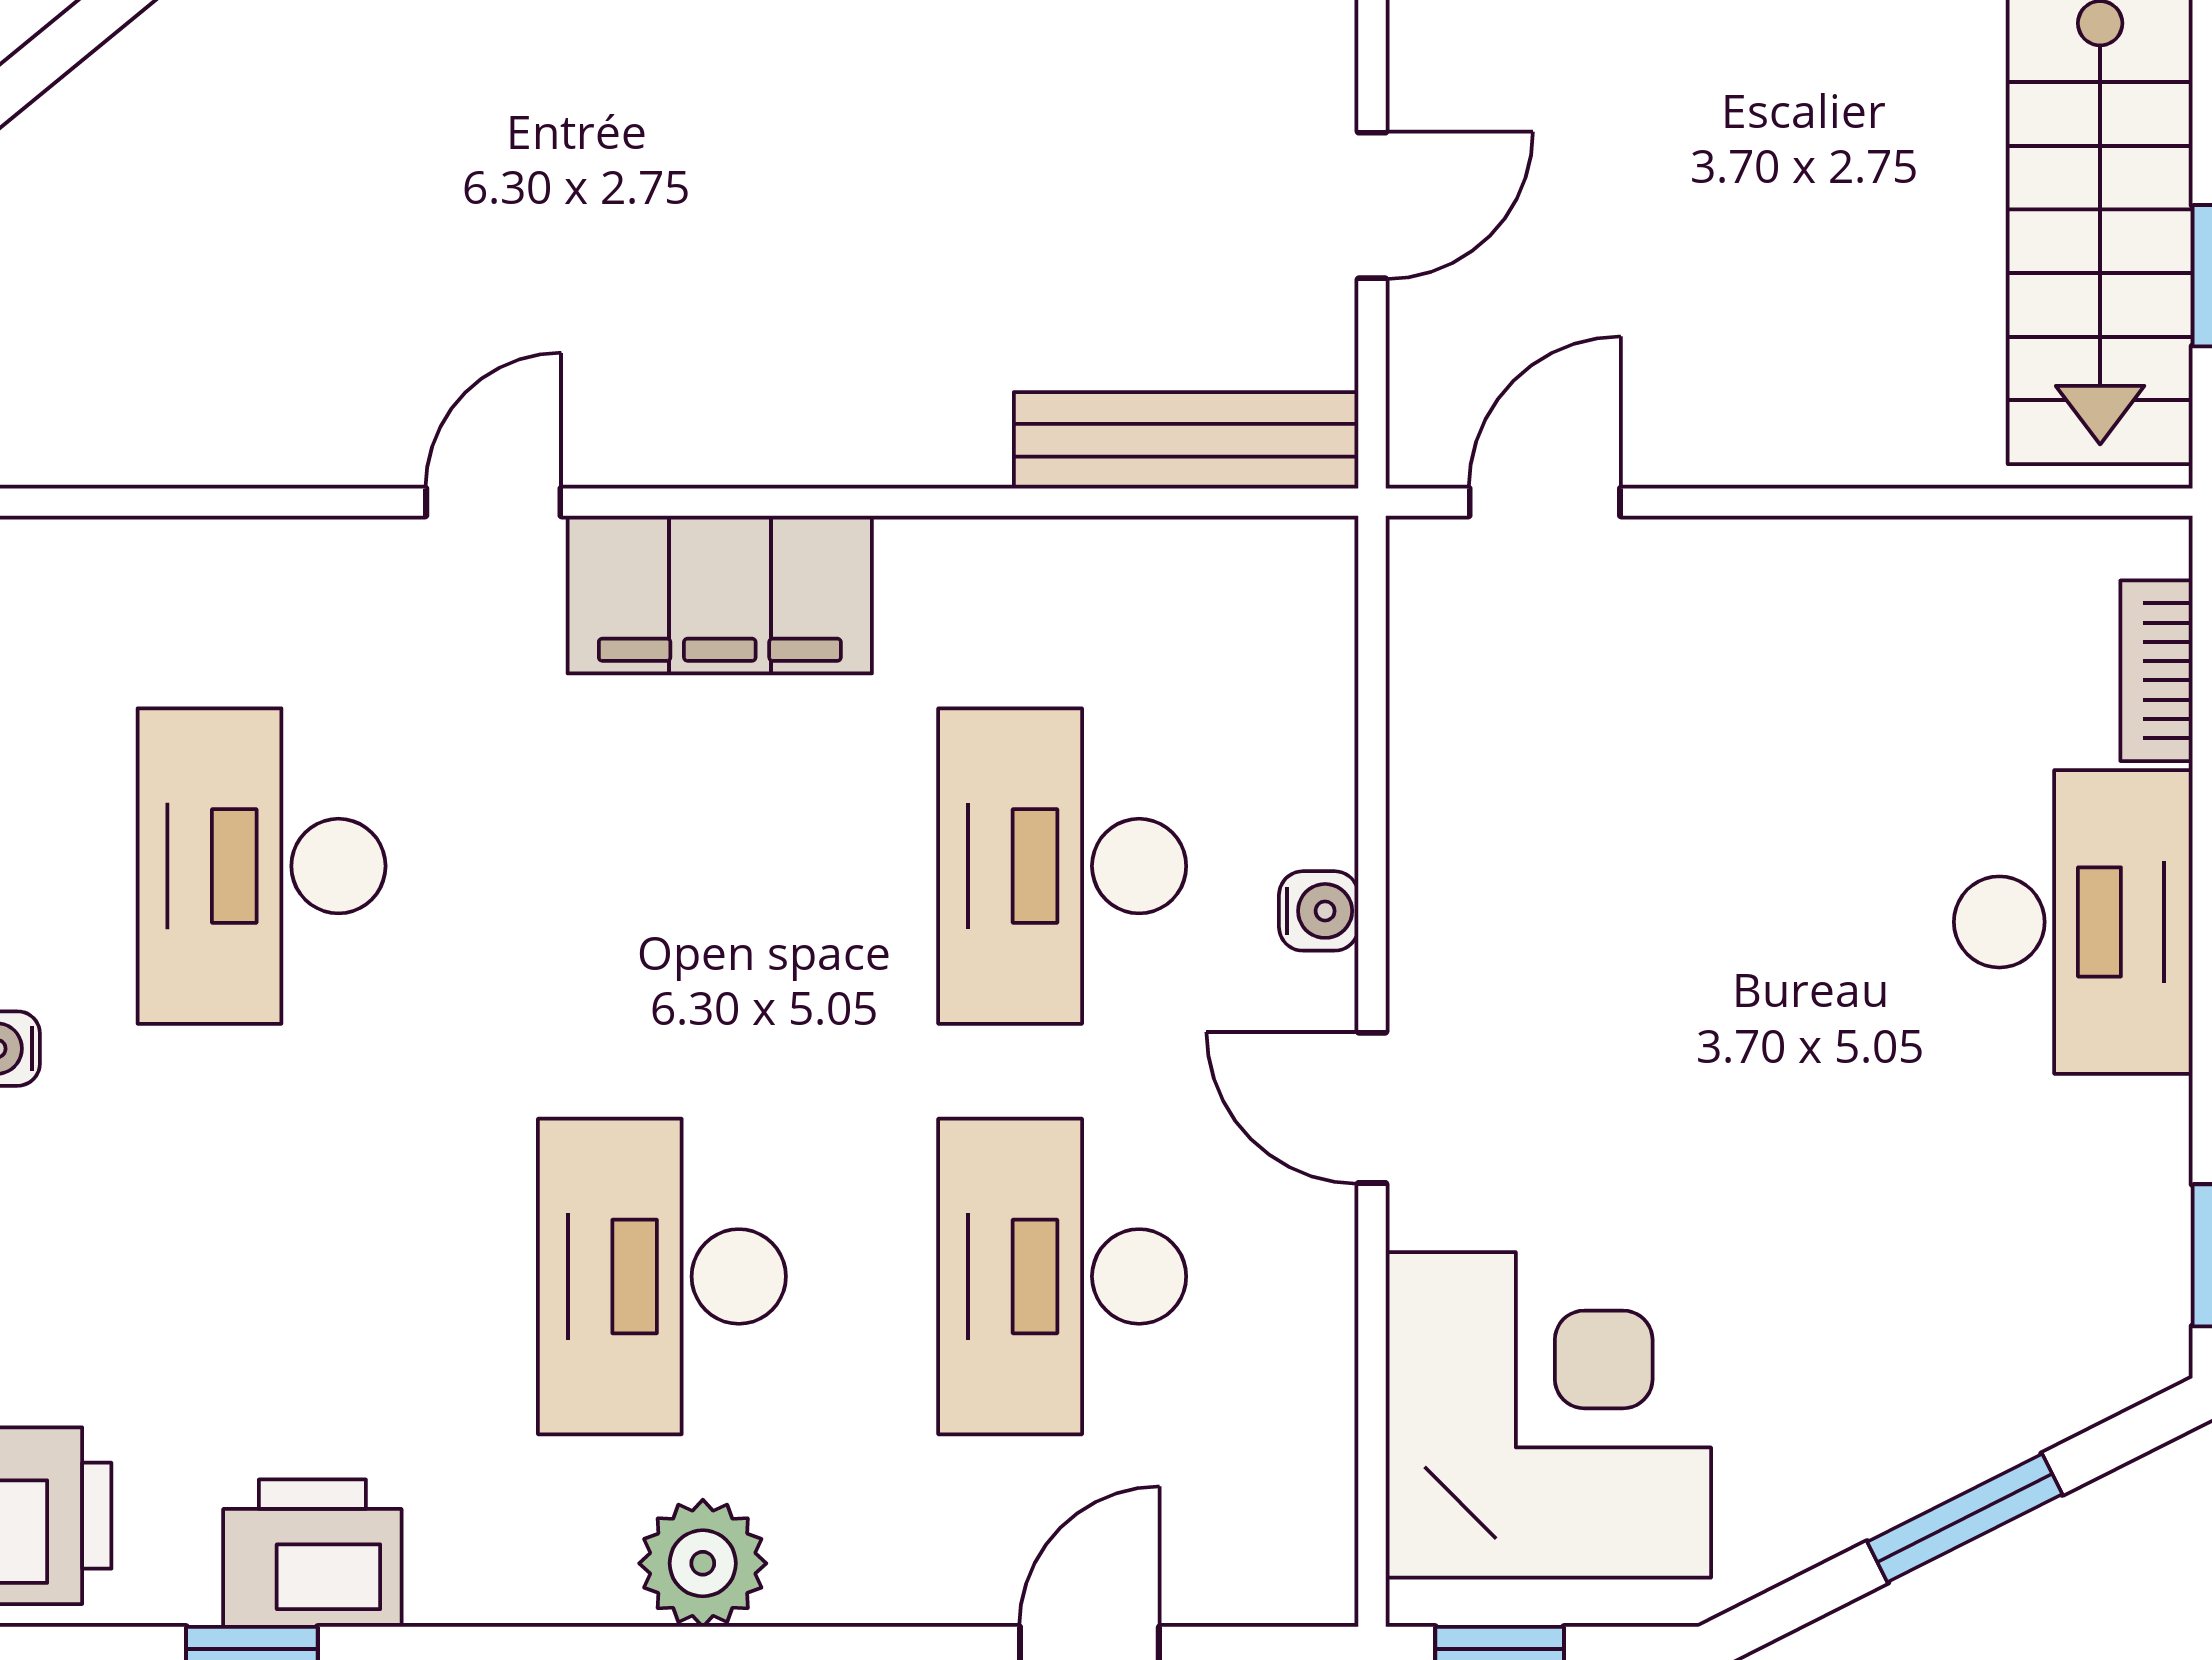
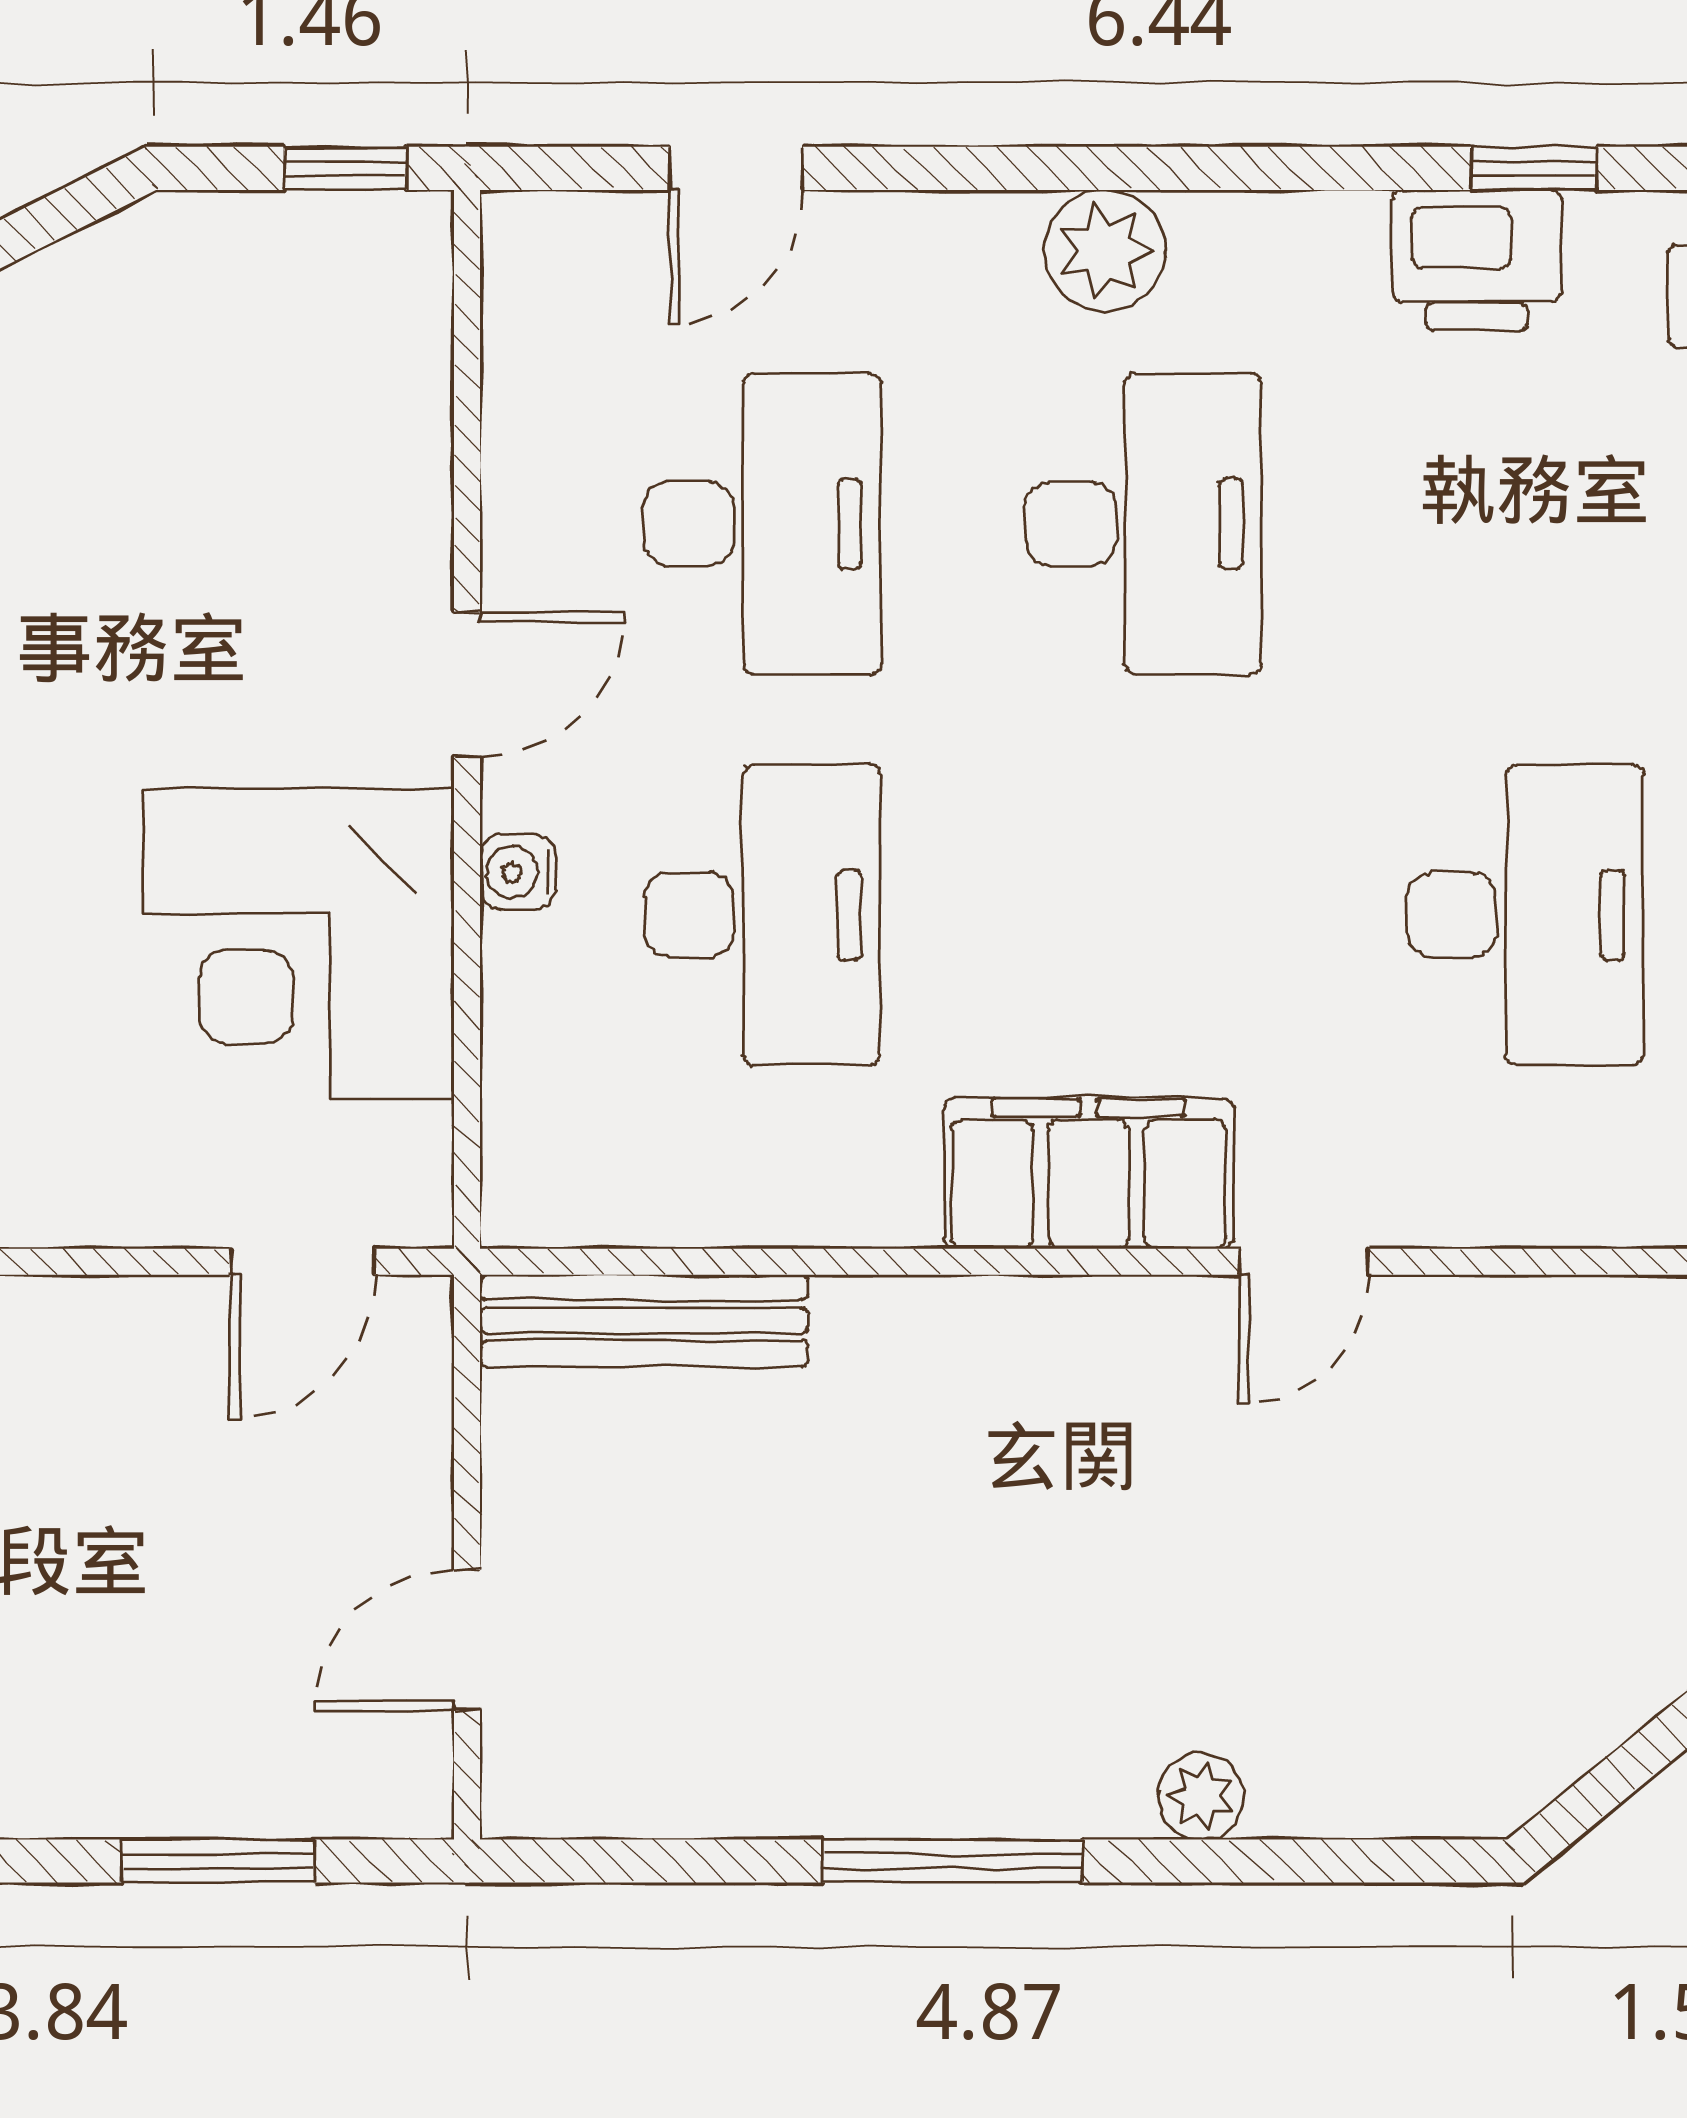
door: (1372, 205) -> (467, 1640), moved
door: (1372, 1108) -> (467, 685), hinge flipped
corner desk: (1548, 1415) -> (299, 944), moved

